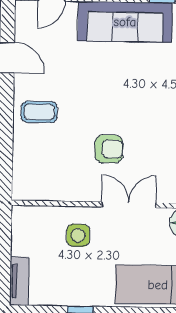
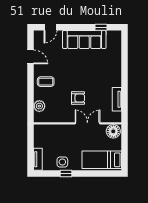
plant: (25, 165) -> (39, 106), added
side table: (78, 235) -> (62, 162), moved

